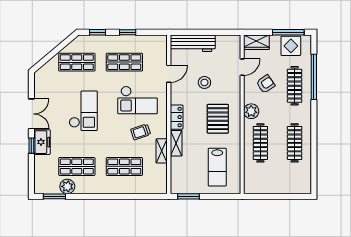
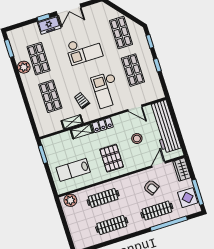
workbench: (193, 43) -> (165, 127), width x1.36, depth x1.32
door: (242, 67) -> (159, 164), swing flipped
plant: (251, 111) -> (70, 200), moved
pallet: (218, 119) -> (112, 158), turned 90
plant: (67, 186) -> (24, 67), moved

